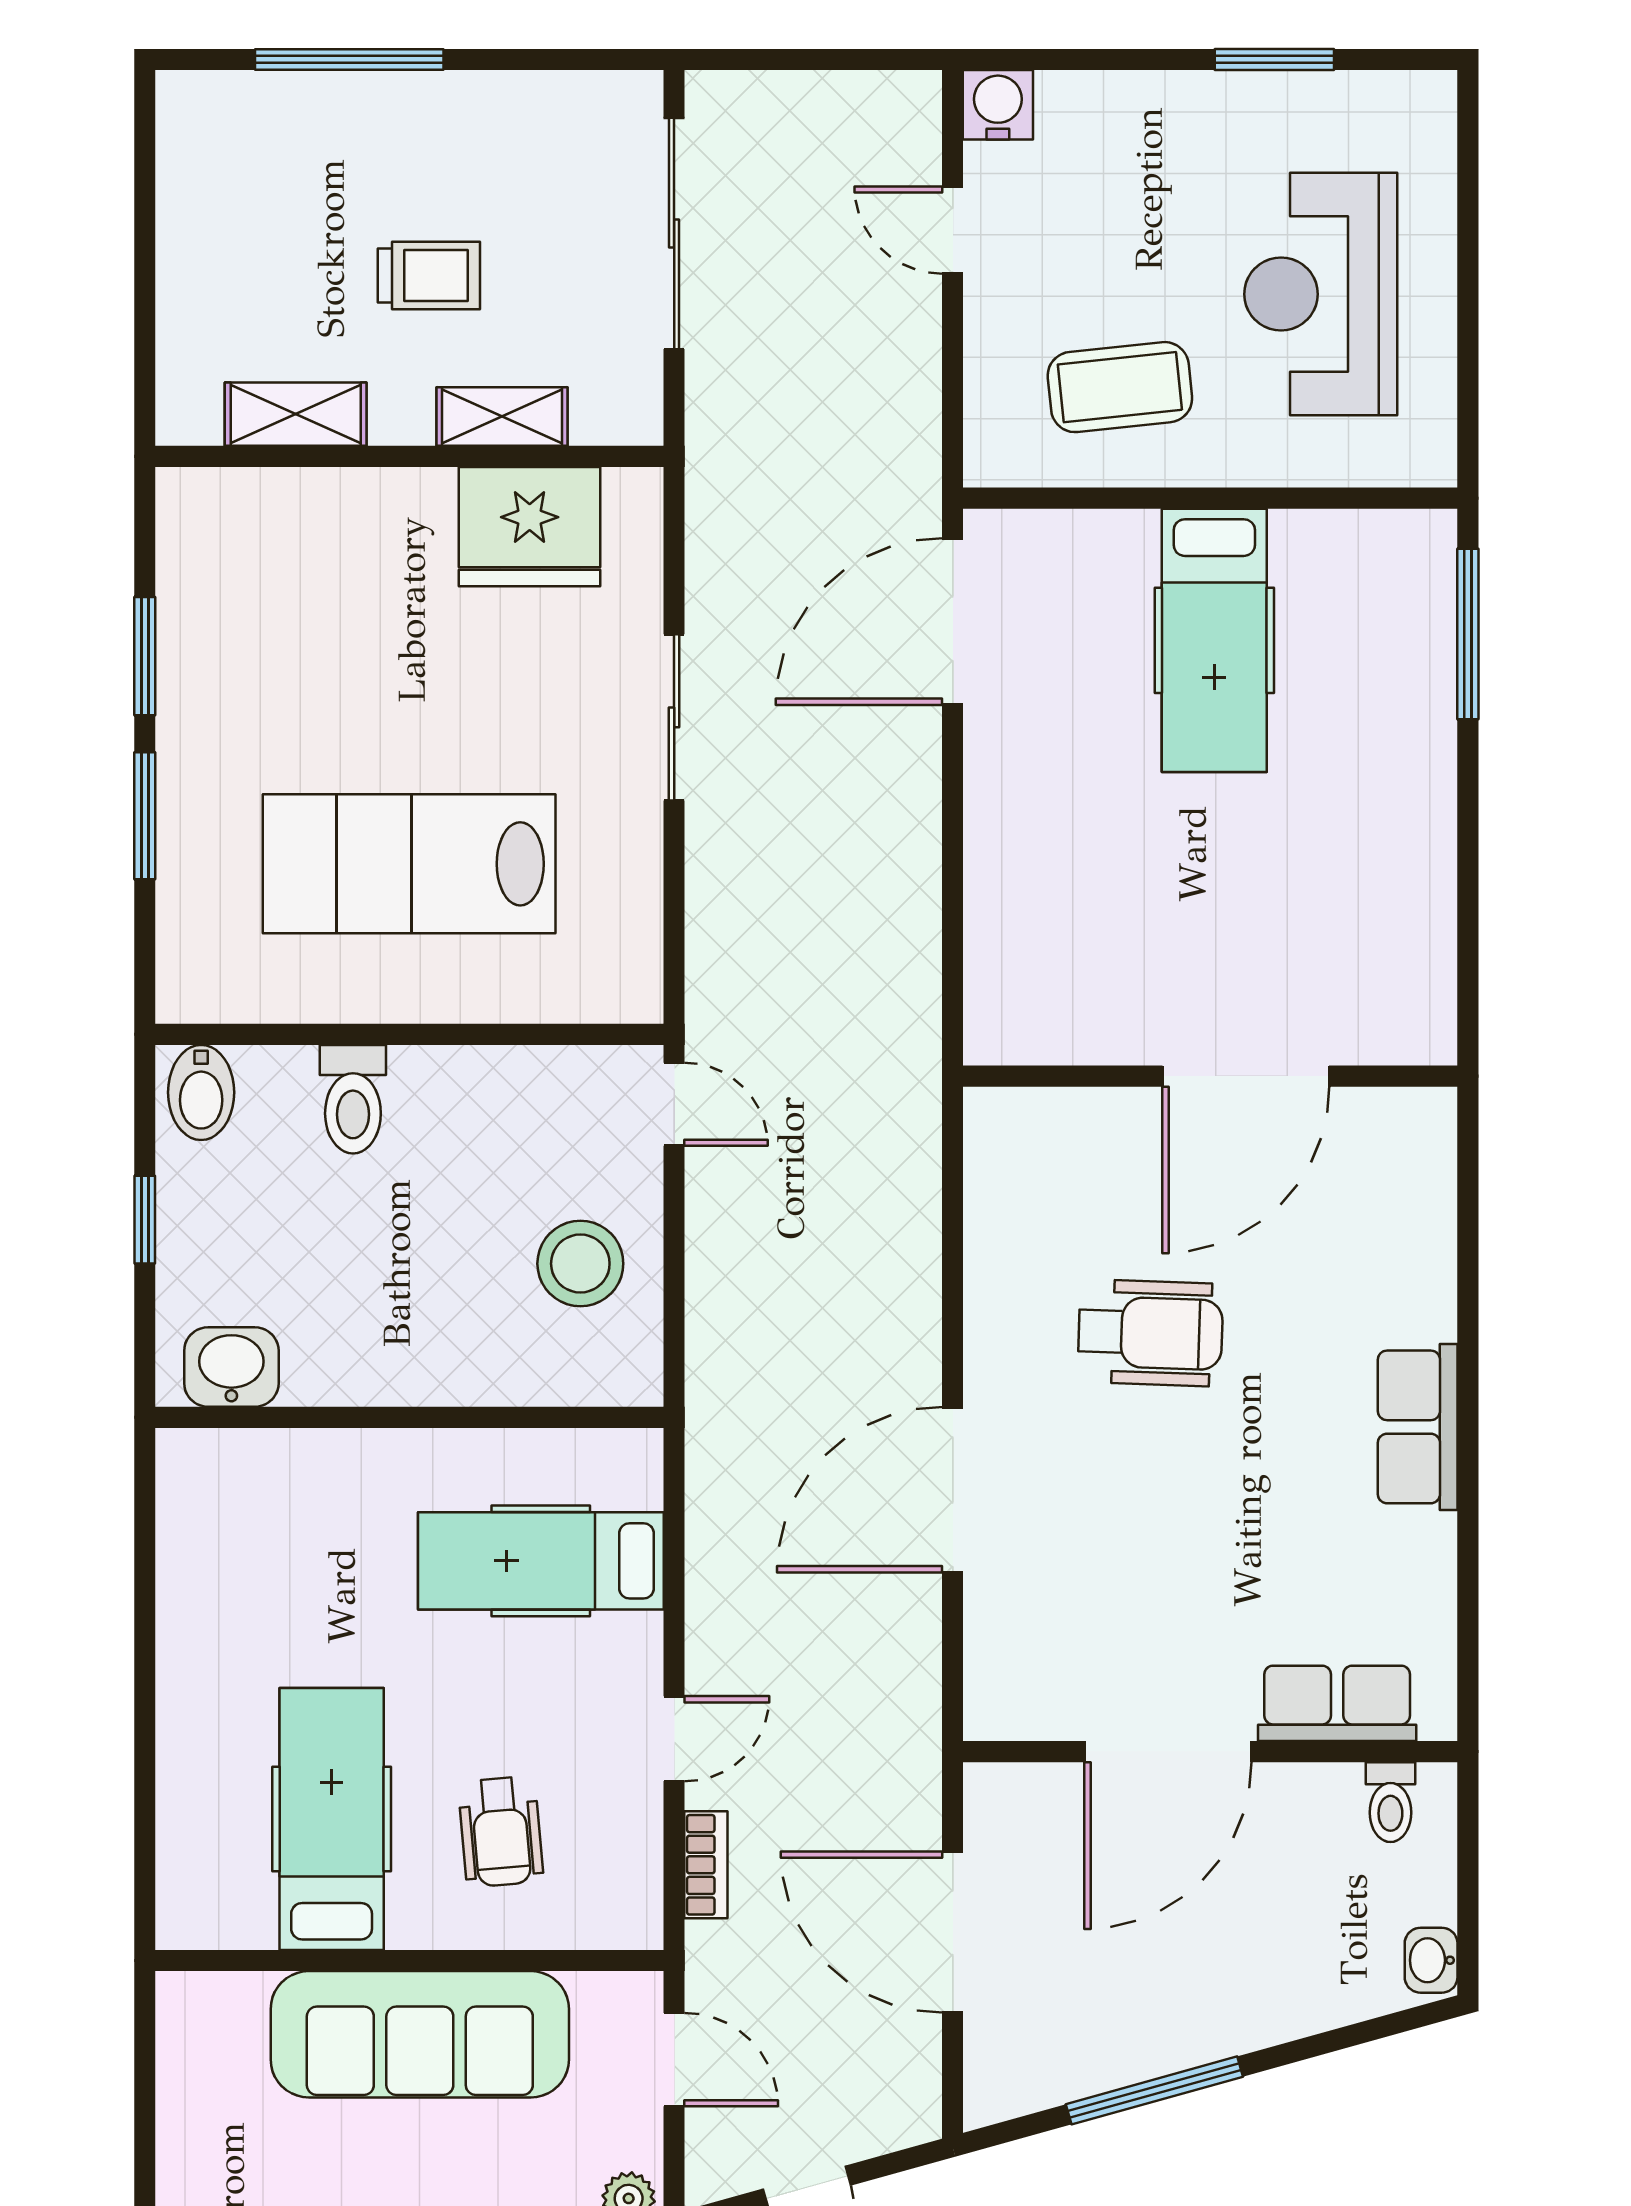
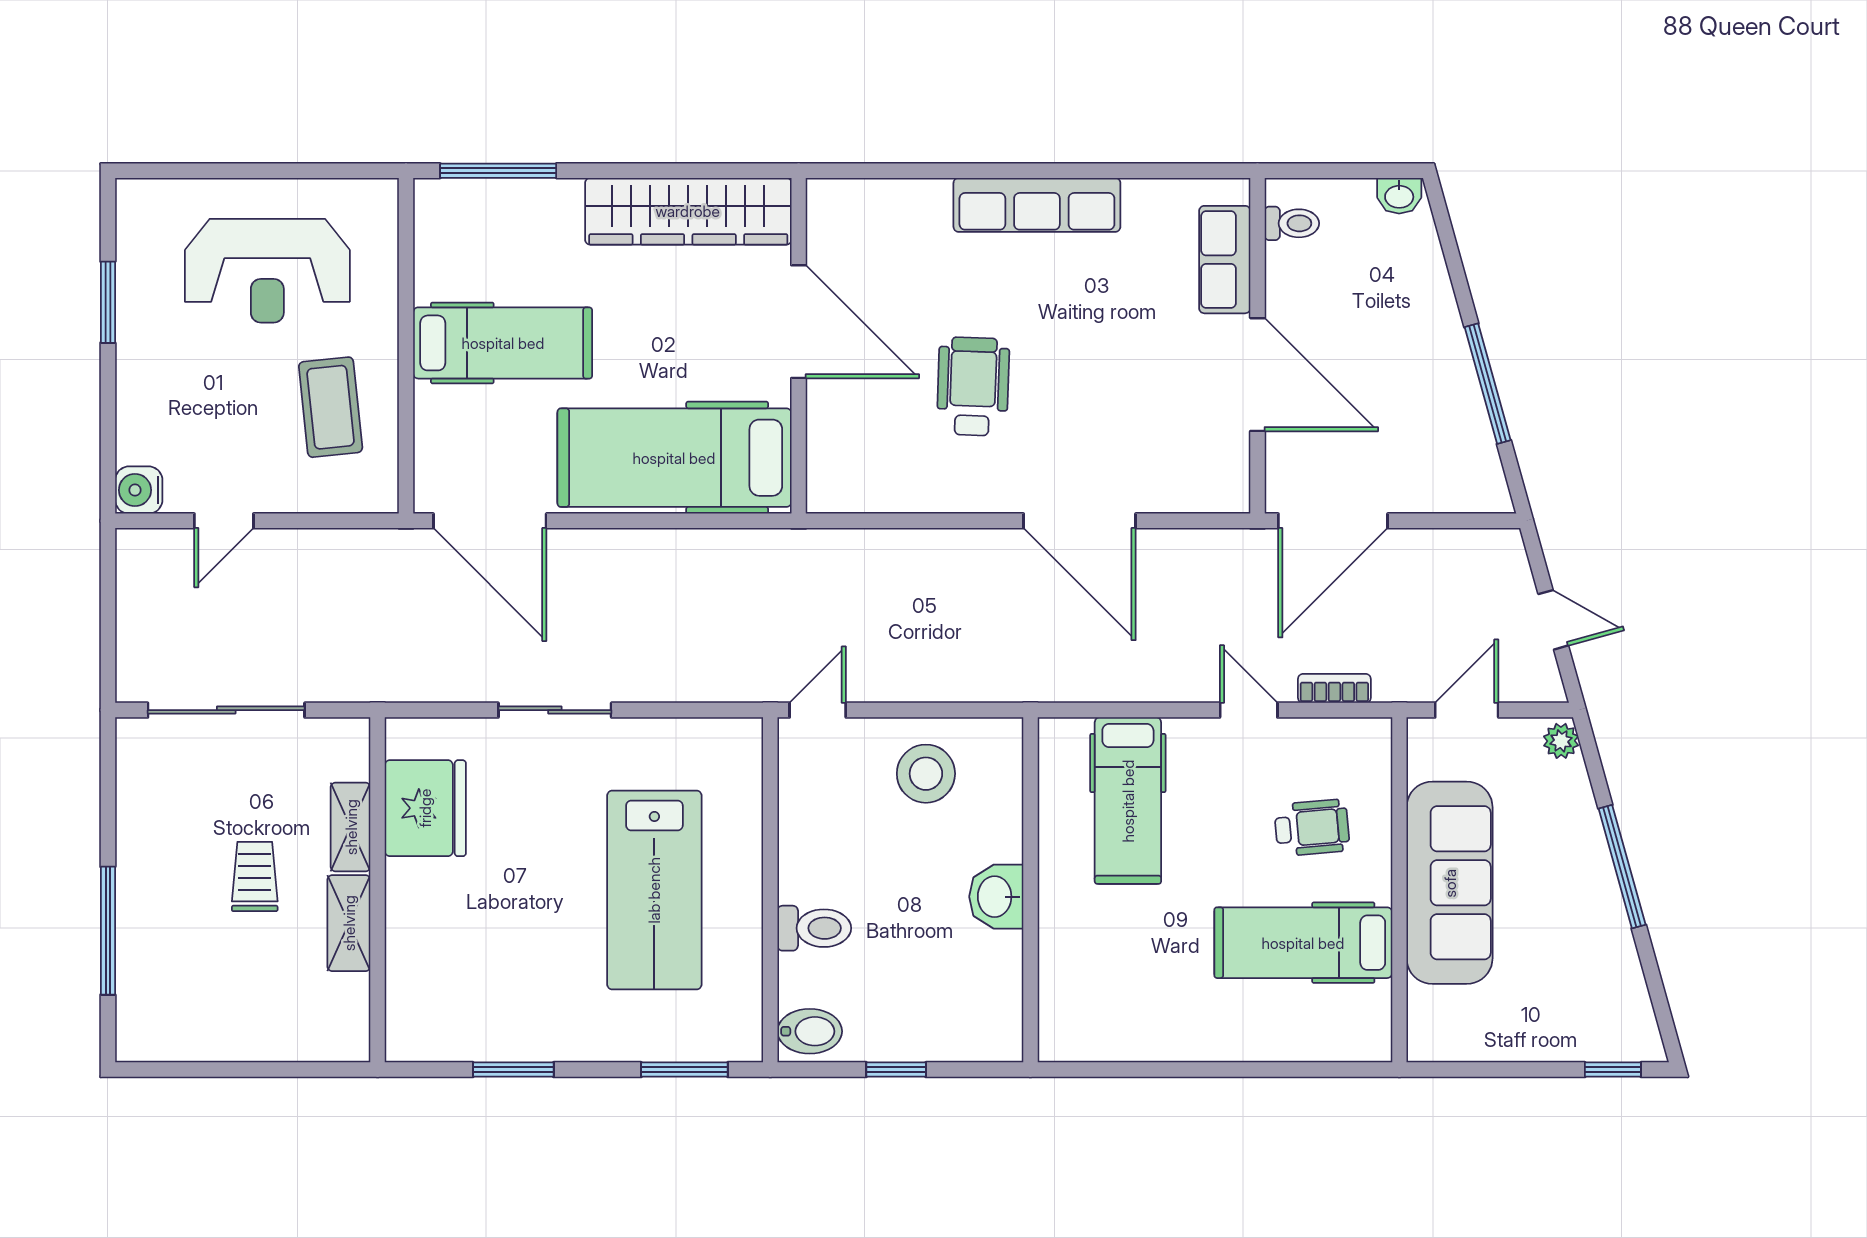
shelving: (296, 414) -> (349, 923), moved
window: (145, 816) -> (684, 1070), moved
hospital bed: (1046, 893) -> (674, 458), added
wardrobe: (1408, 914) -> (688, 211), added
washbasin: (231, 1367) -> (996, 897), moved
row of seats: (1418, 1427) -> (1037, 205), width x1.48
door: (953, 1932) -> (1333, 521), moved

